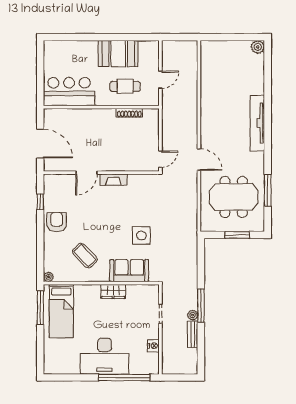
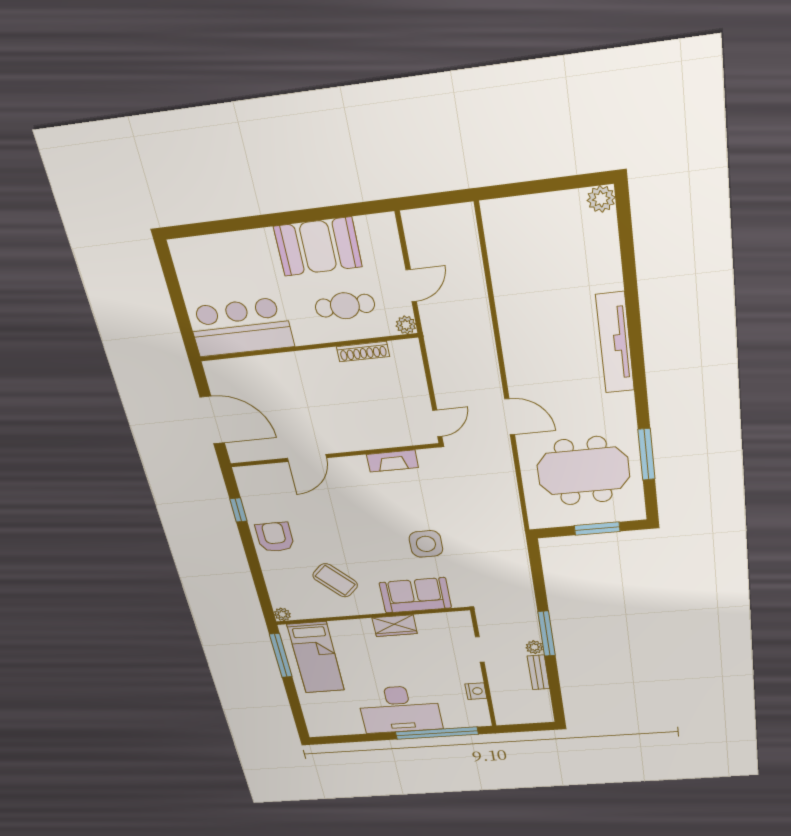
plant: (154, 101) -> (406, 325), added
fireplace: (114, 180) -> (392, 461), moved

